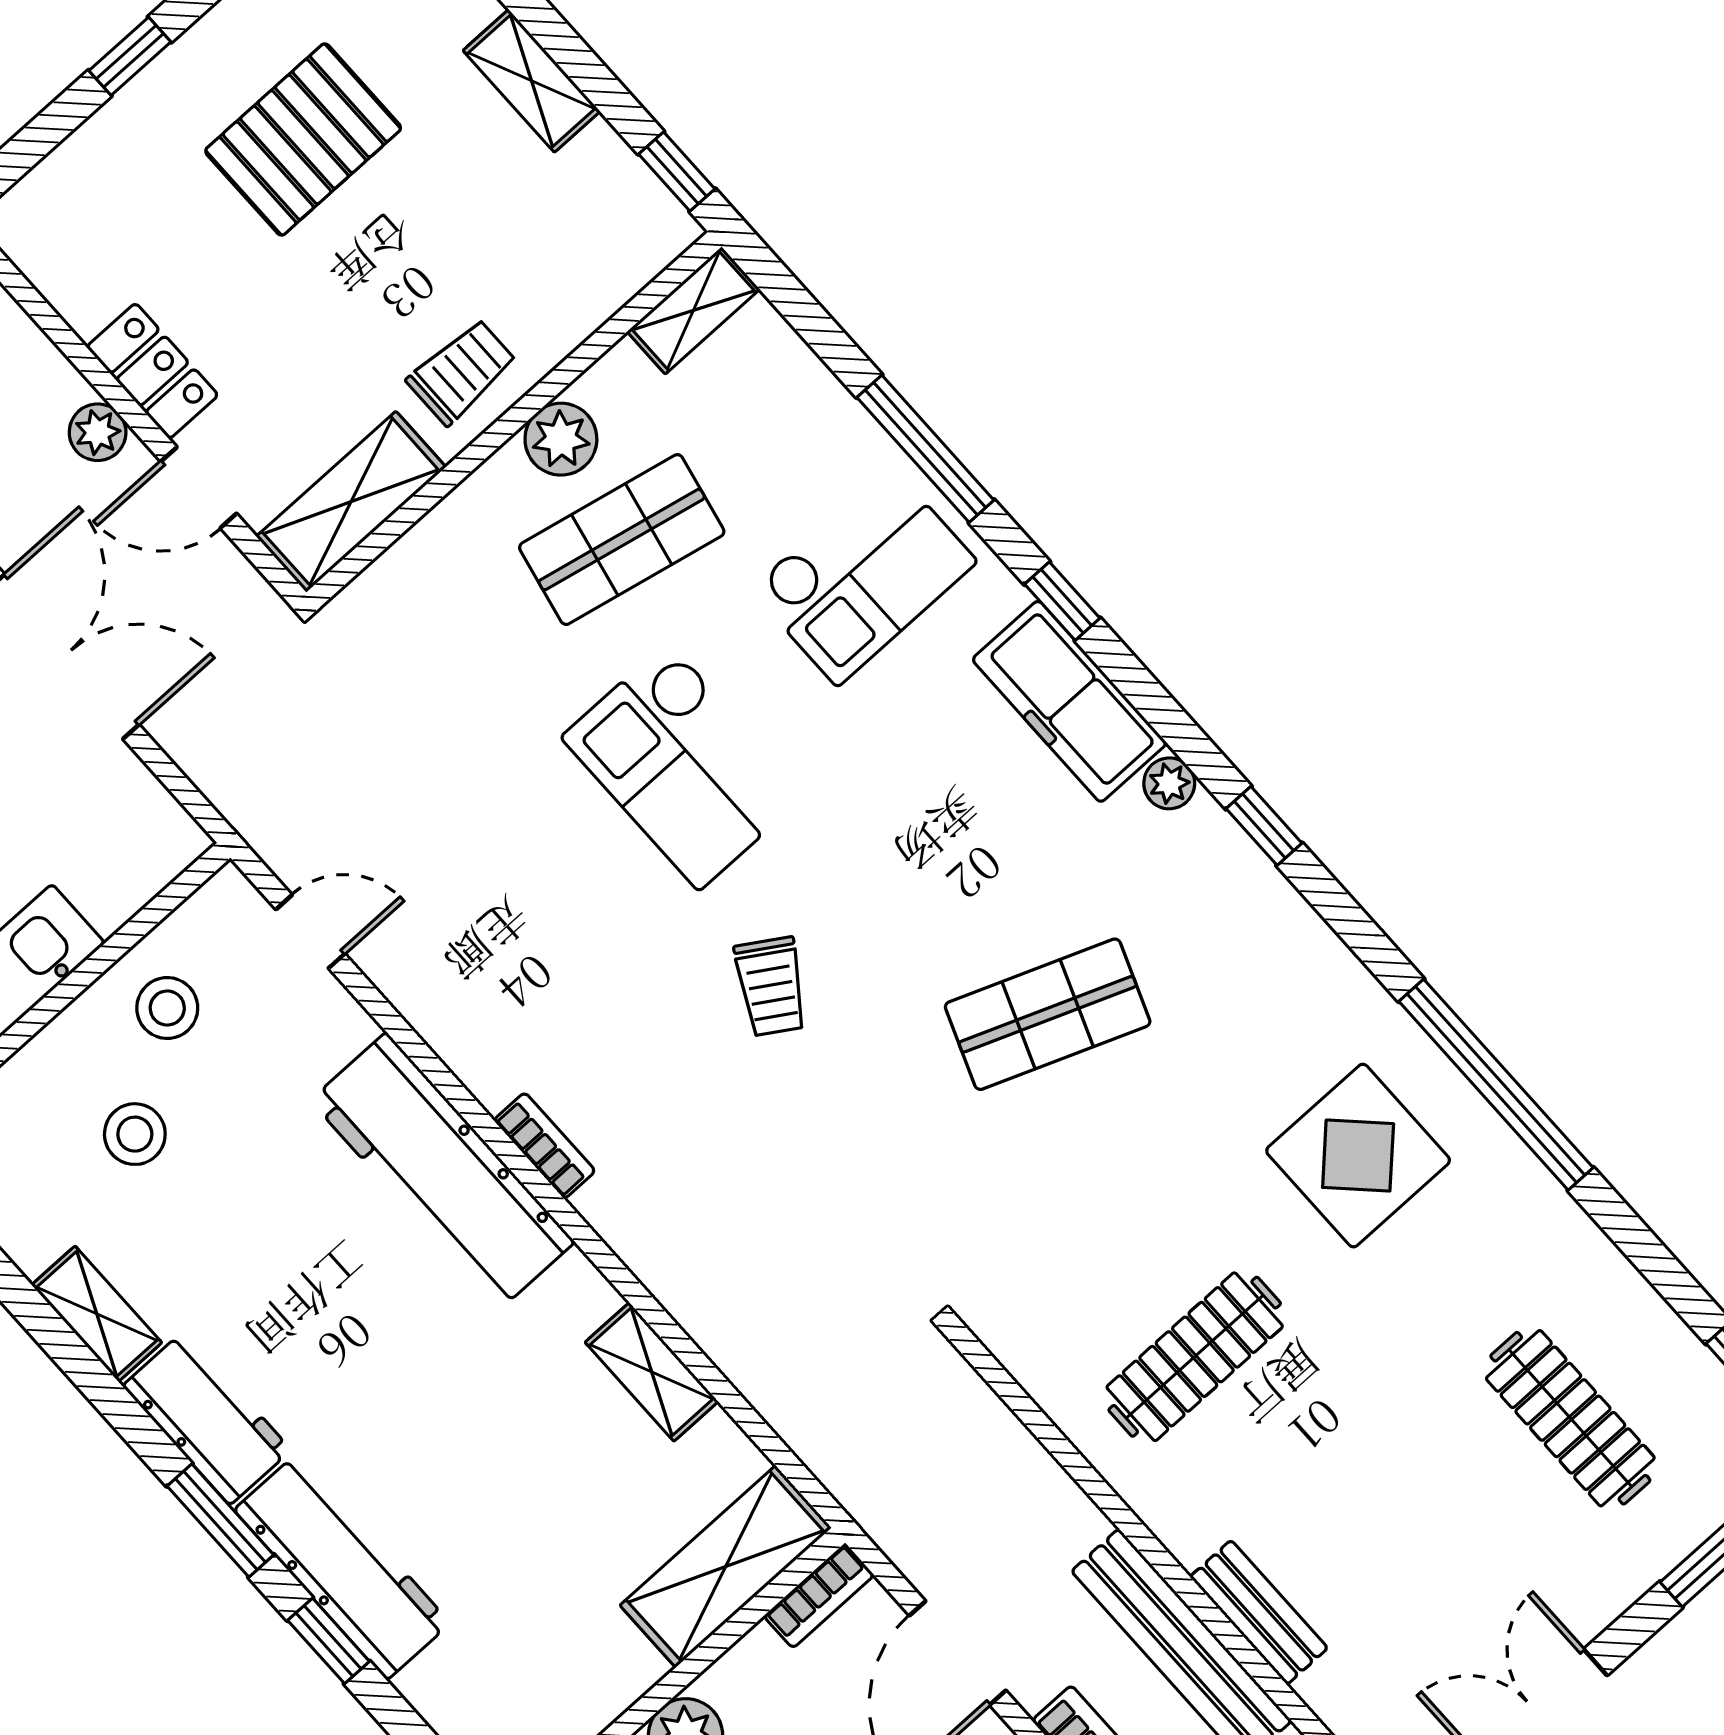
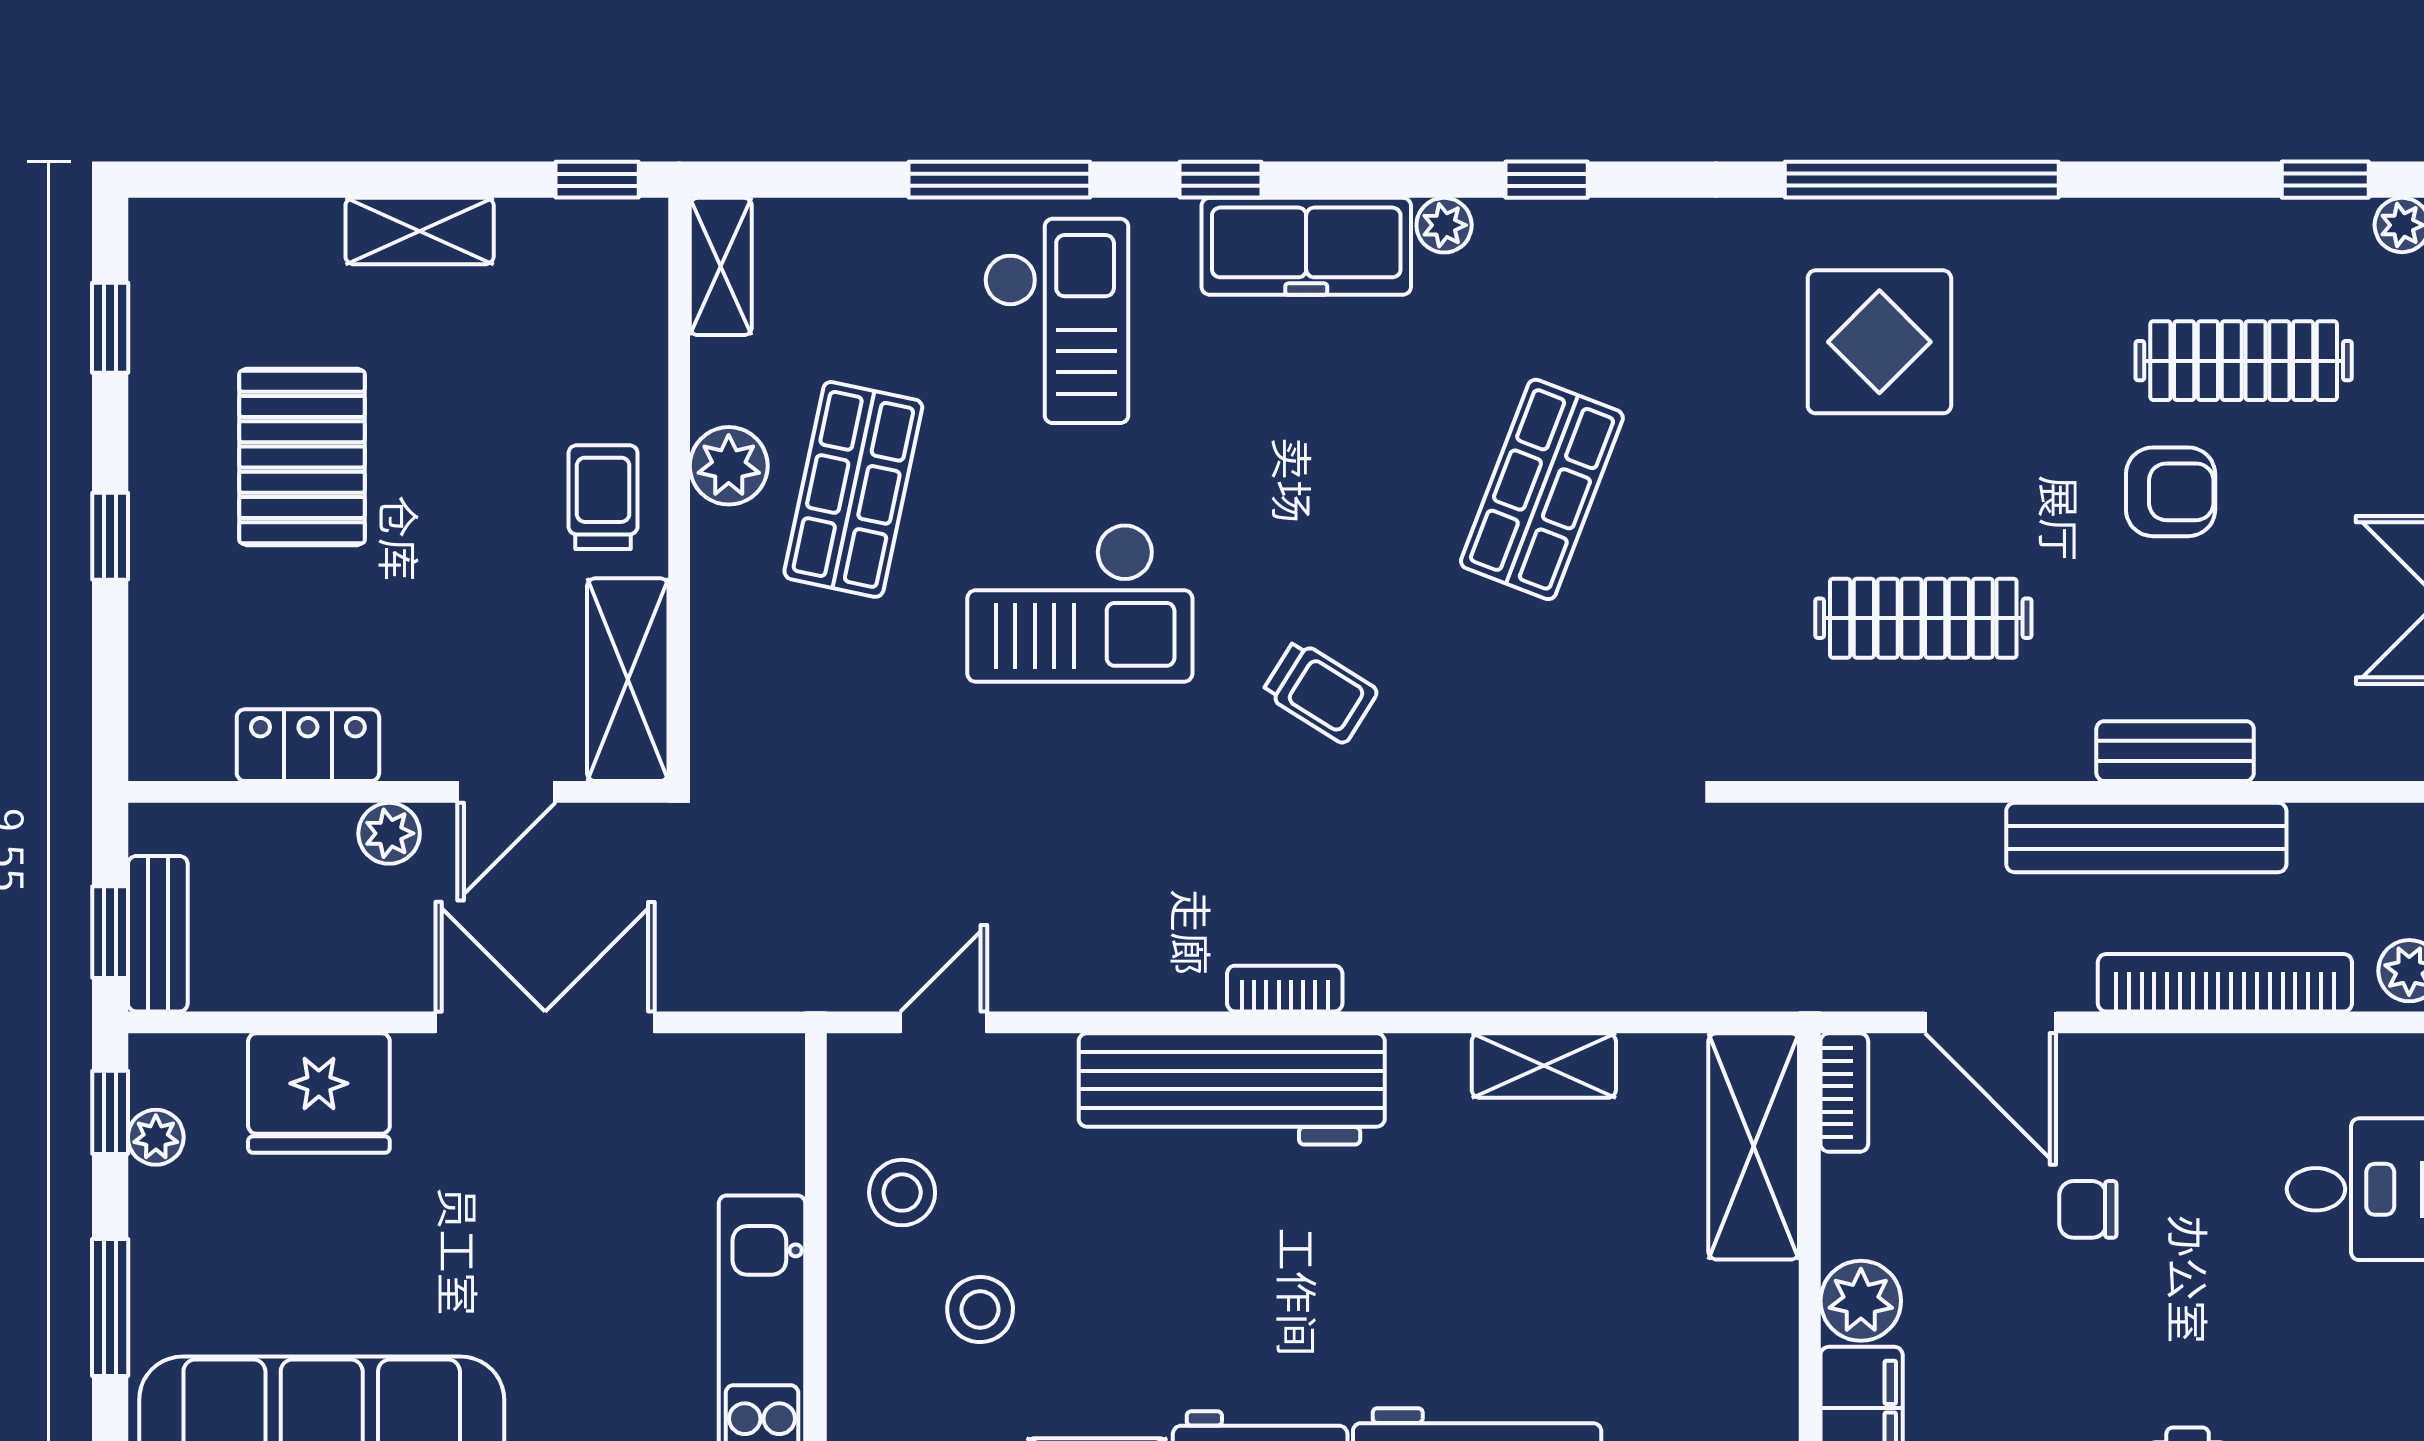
locker: (152, 371) -> (308, 745), moved
clothes rail: (1195, 1357) -> (1923, 618), turned 90
armchair: (1435, 1449) -> (2171, 492), added

